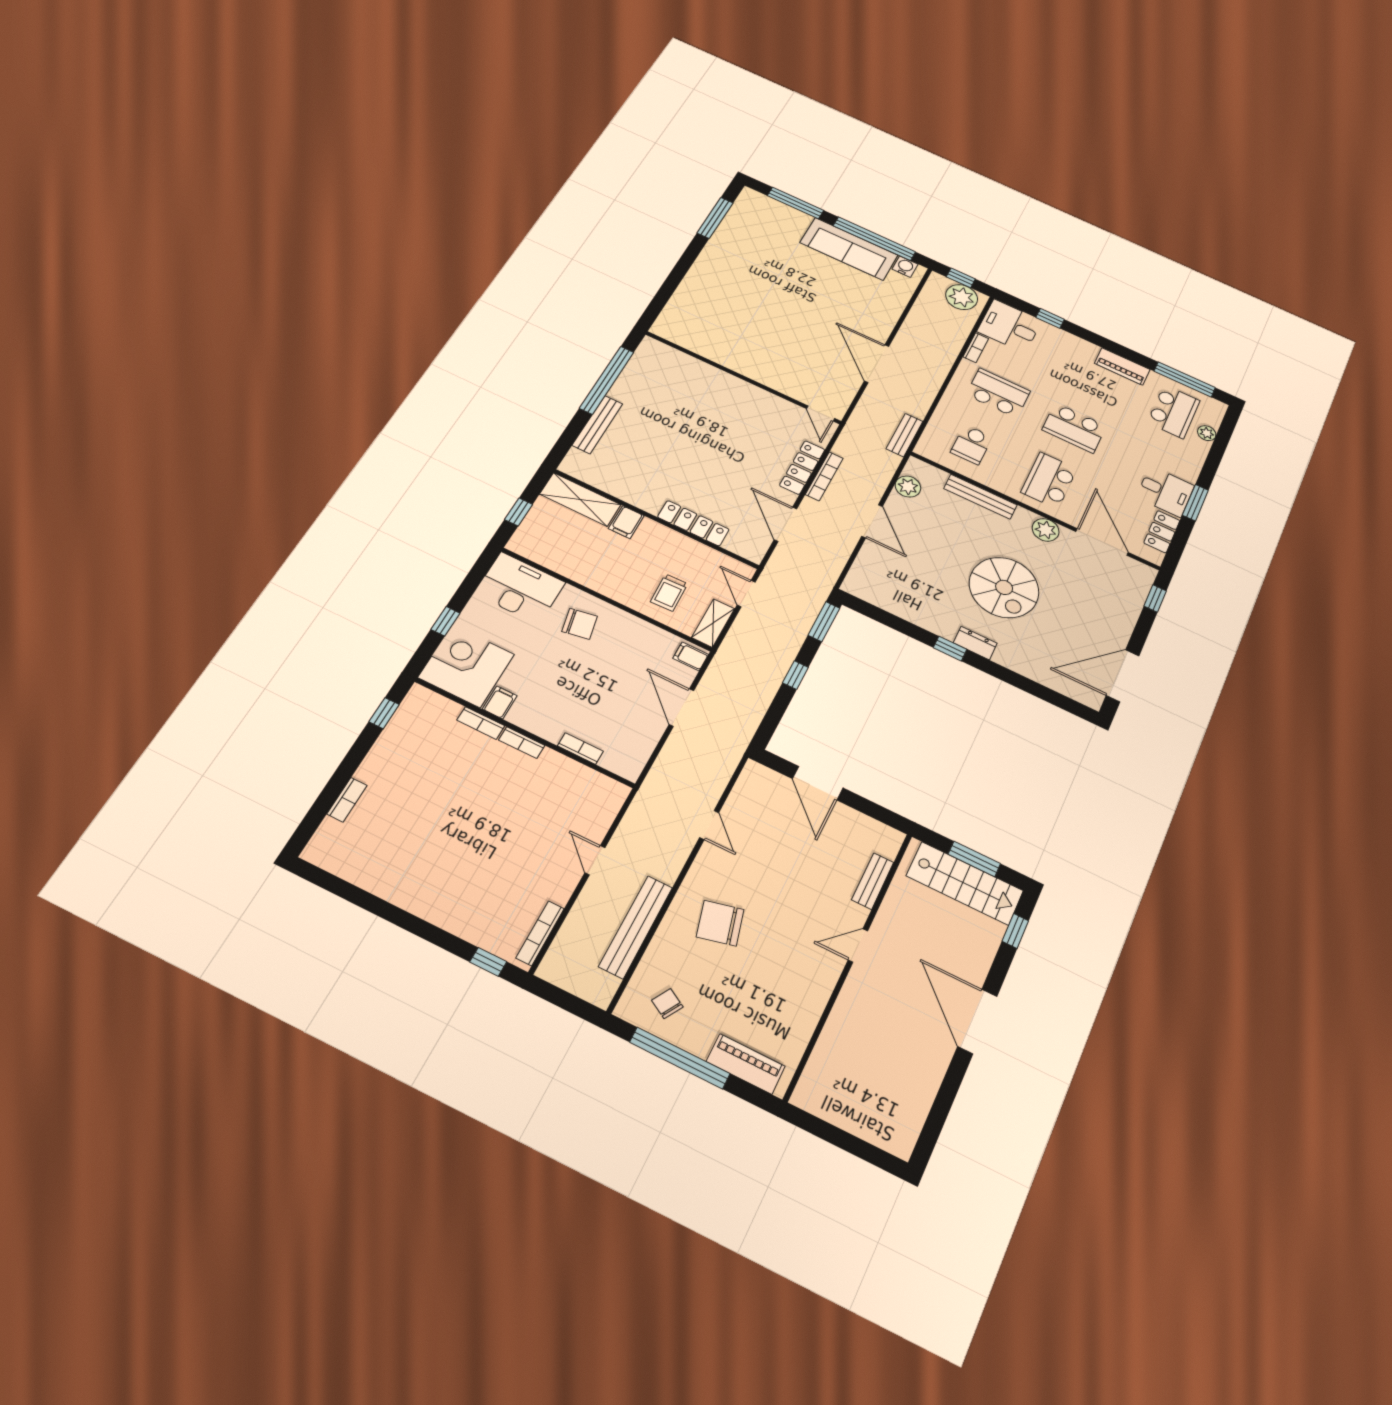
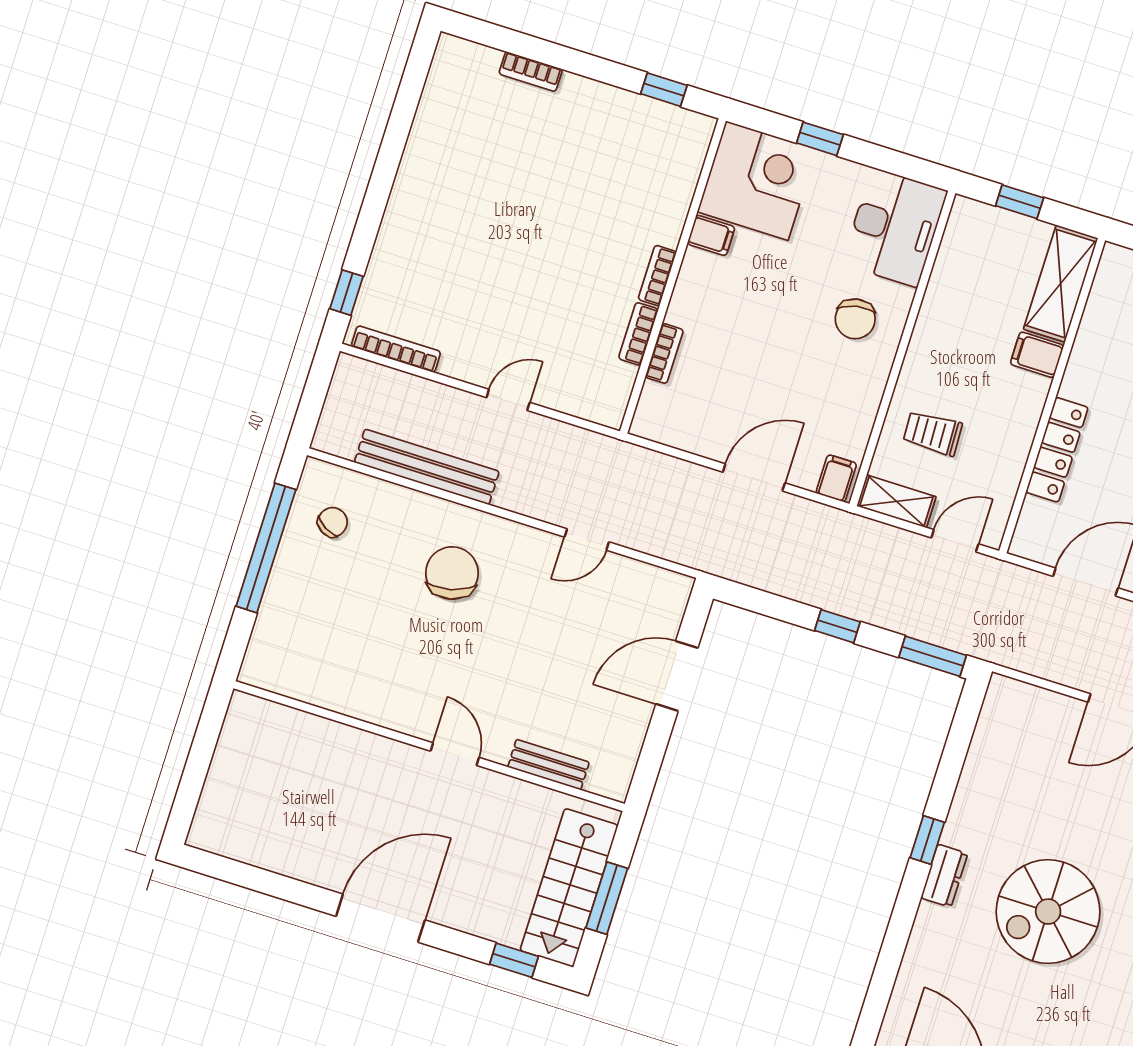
bookcase: (481, 723) -> (638, 334), moved
piano: (746, 1064) -> (273, 630), removed

